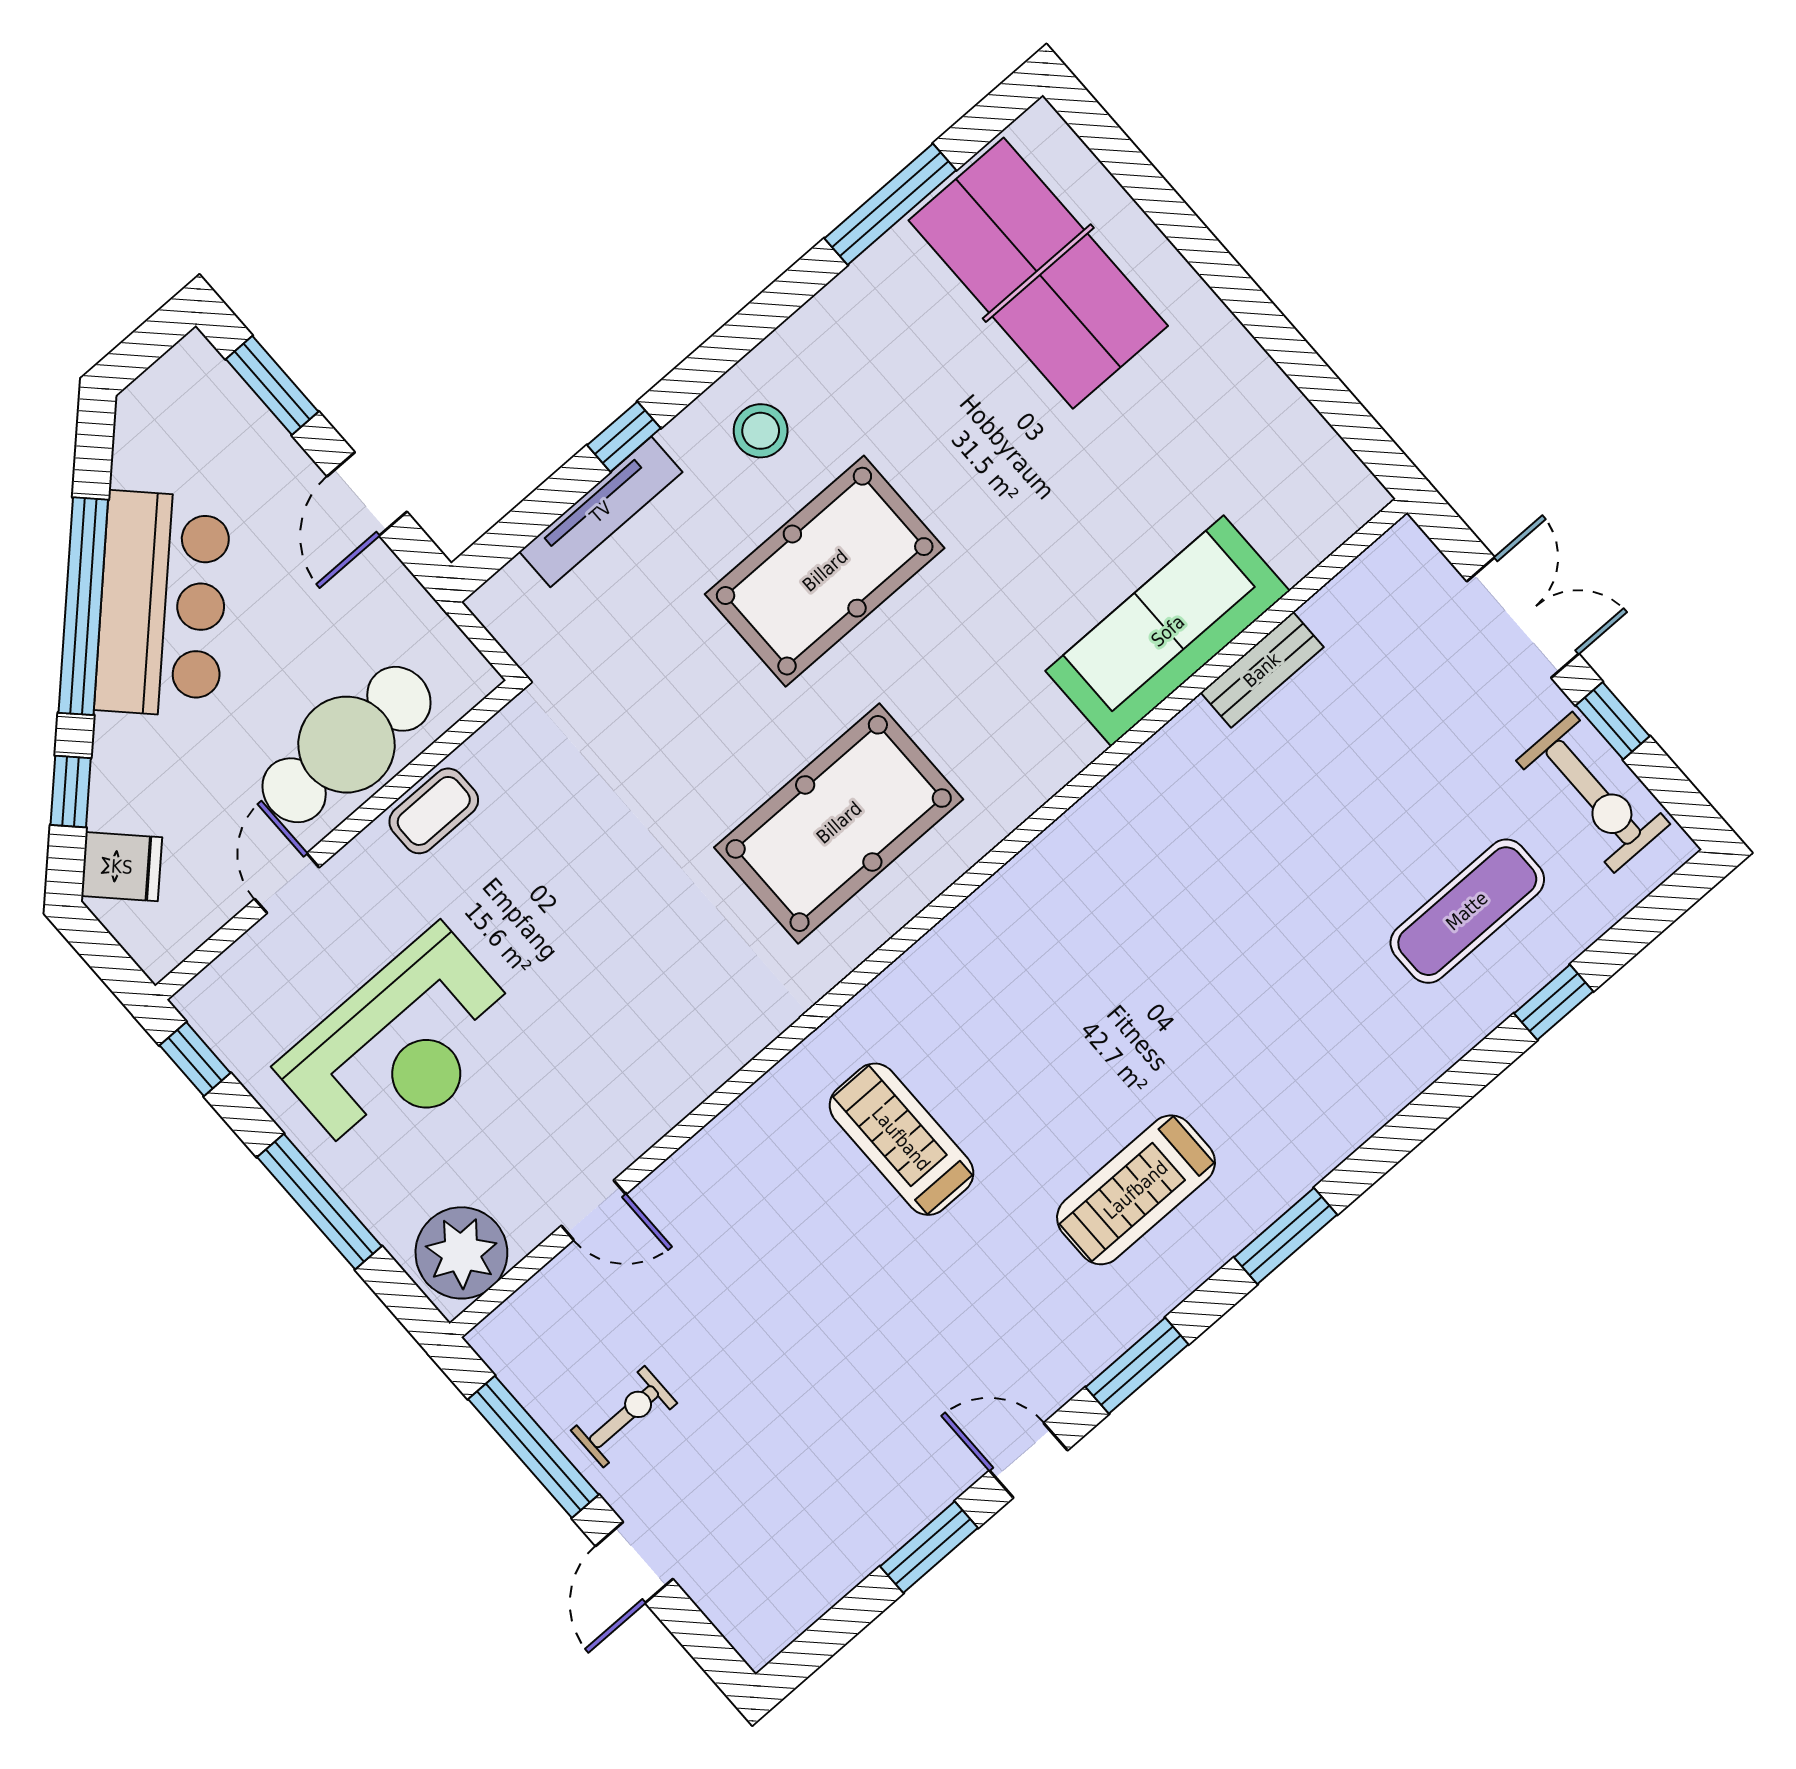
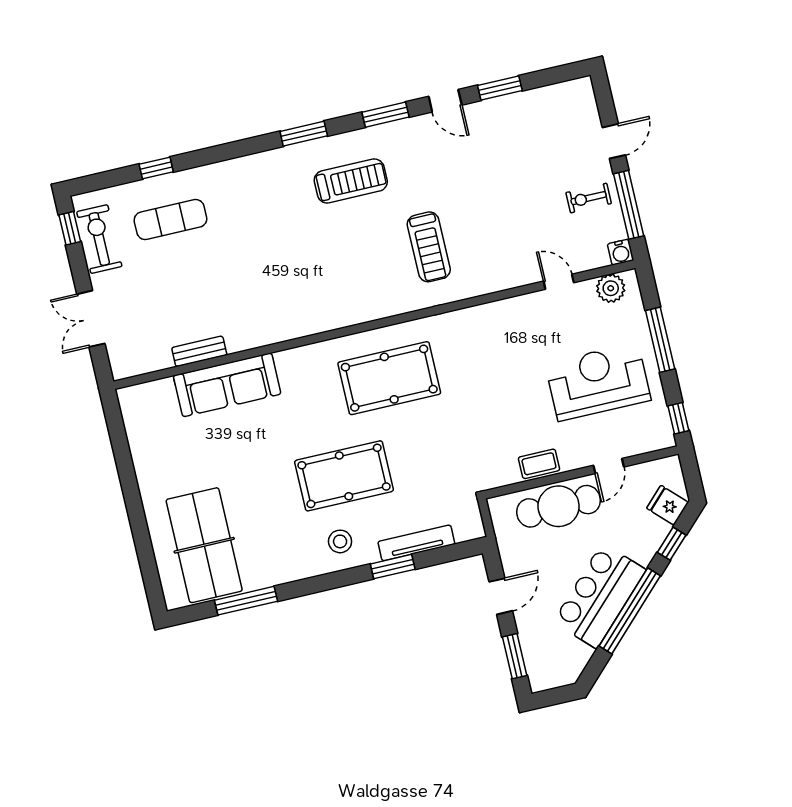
window: (624, 437) -> (393, 567), width x1.50
window: (1613, 721) -> (70, 228), moved
plant: (461, 1253) -> (611, 288), width x0.73, depth x0.73
water cooler: (498, 1340) -> (621, 252), added

